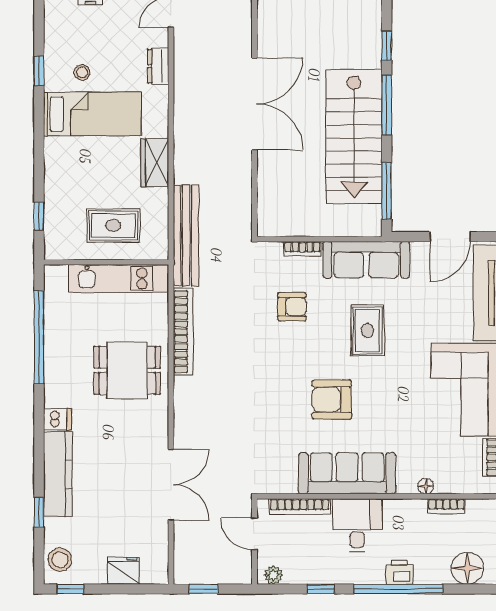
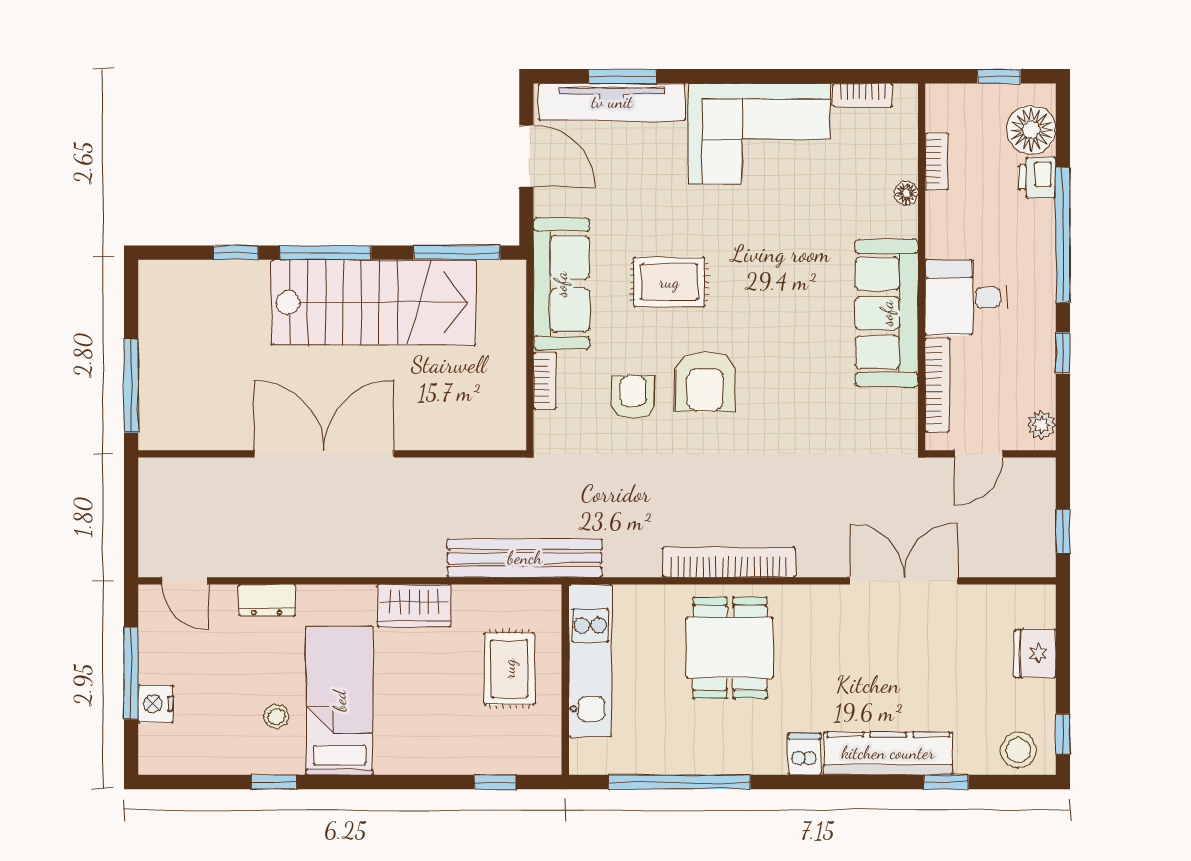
bookcase: (183, 332) -> (729, 562), moved
armchair: (332, 400) -> (705, 381), moved
printer: (399, 572) -> (1037, 178), moved

